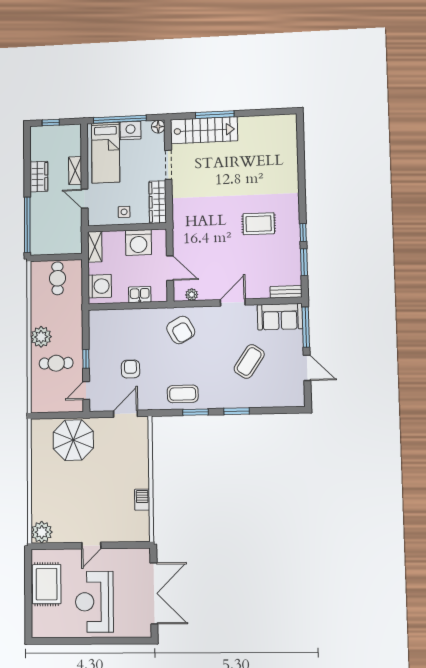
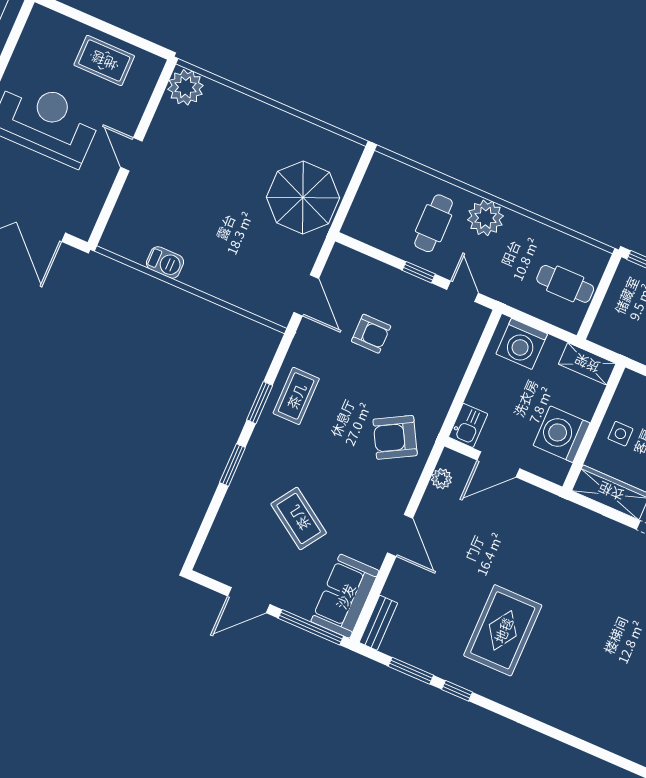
rug: (259, 224) -> (503, 630), width x1.36, depth x1.43
kitchen sink: (140, 295) -> (468, 425), moved
door: (86, 391) -> (463, 291), moved
rug: (47, 584) -> (104, 61), width x0.73, depth x0.70

